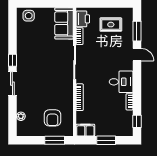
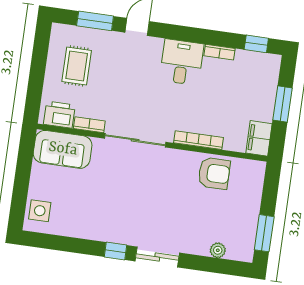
armchair: (52, 118) -> (214, 173), moved
window: (55, 140) -> (264, 233), moved

